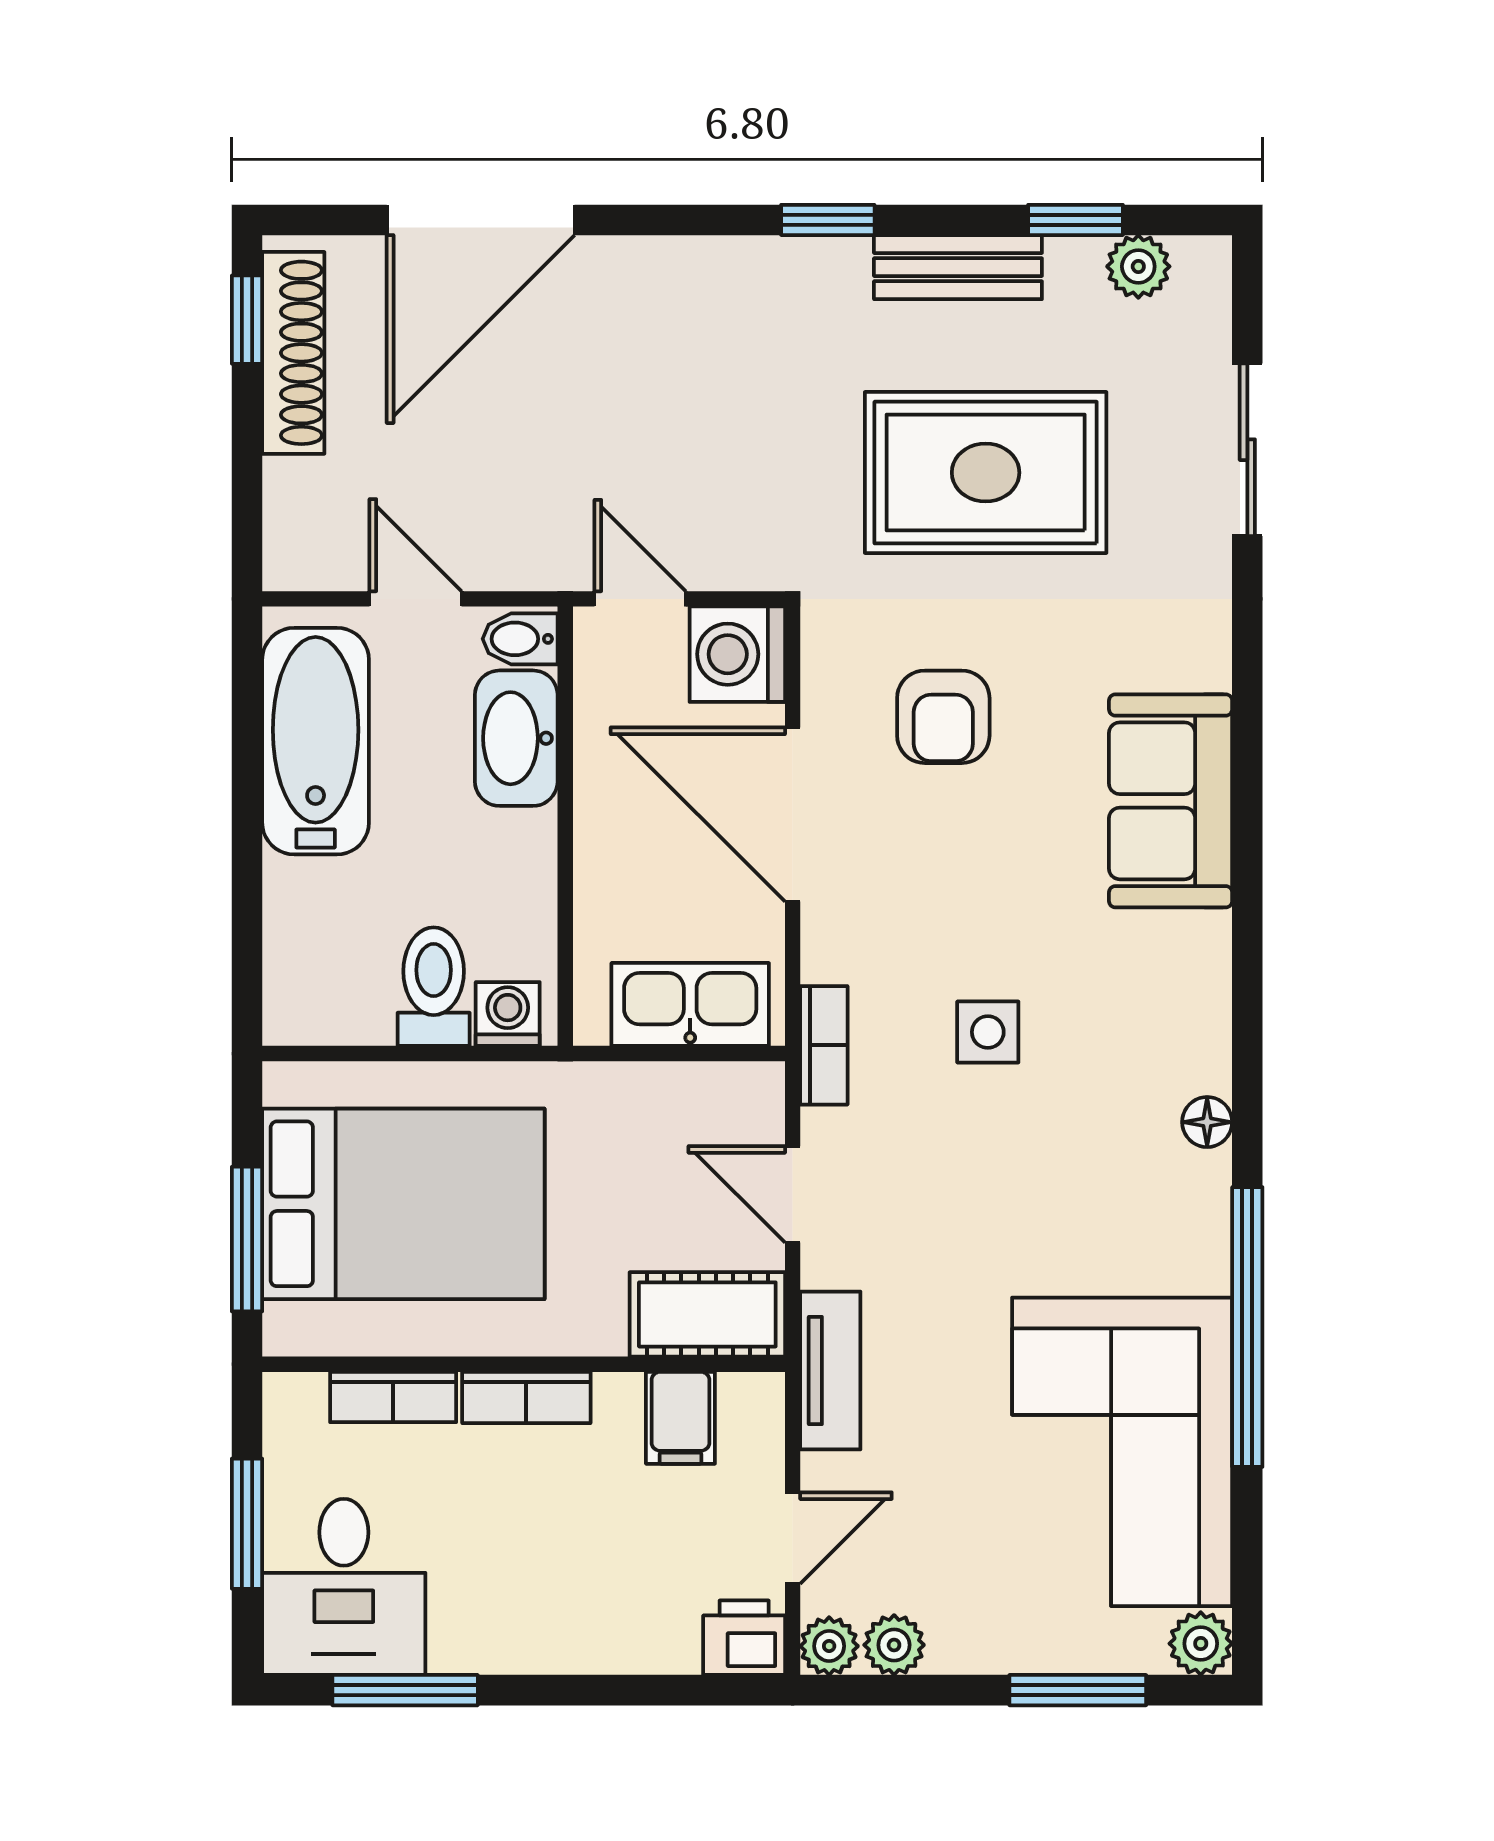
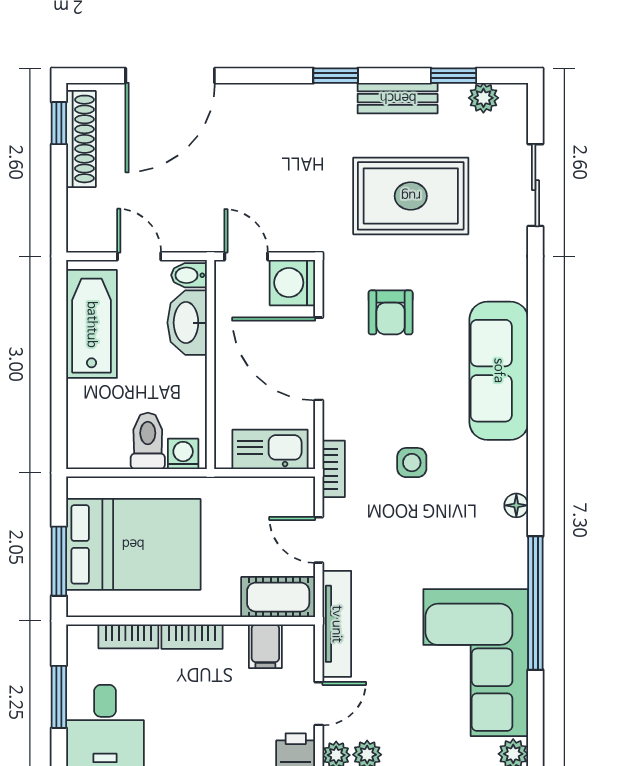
sofa: (1171, 801) -> (499, 371), width x1.36
tv unit: (830, 1371) -> (337, 624), width x1.41

